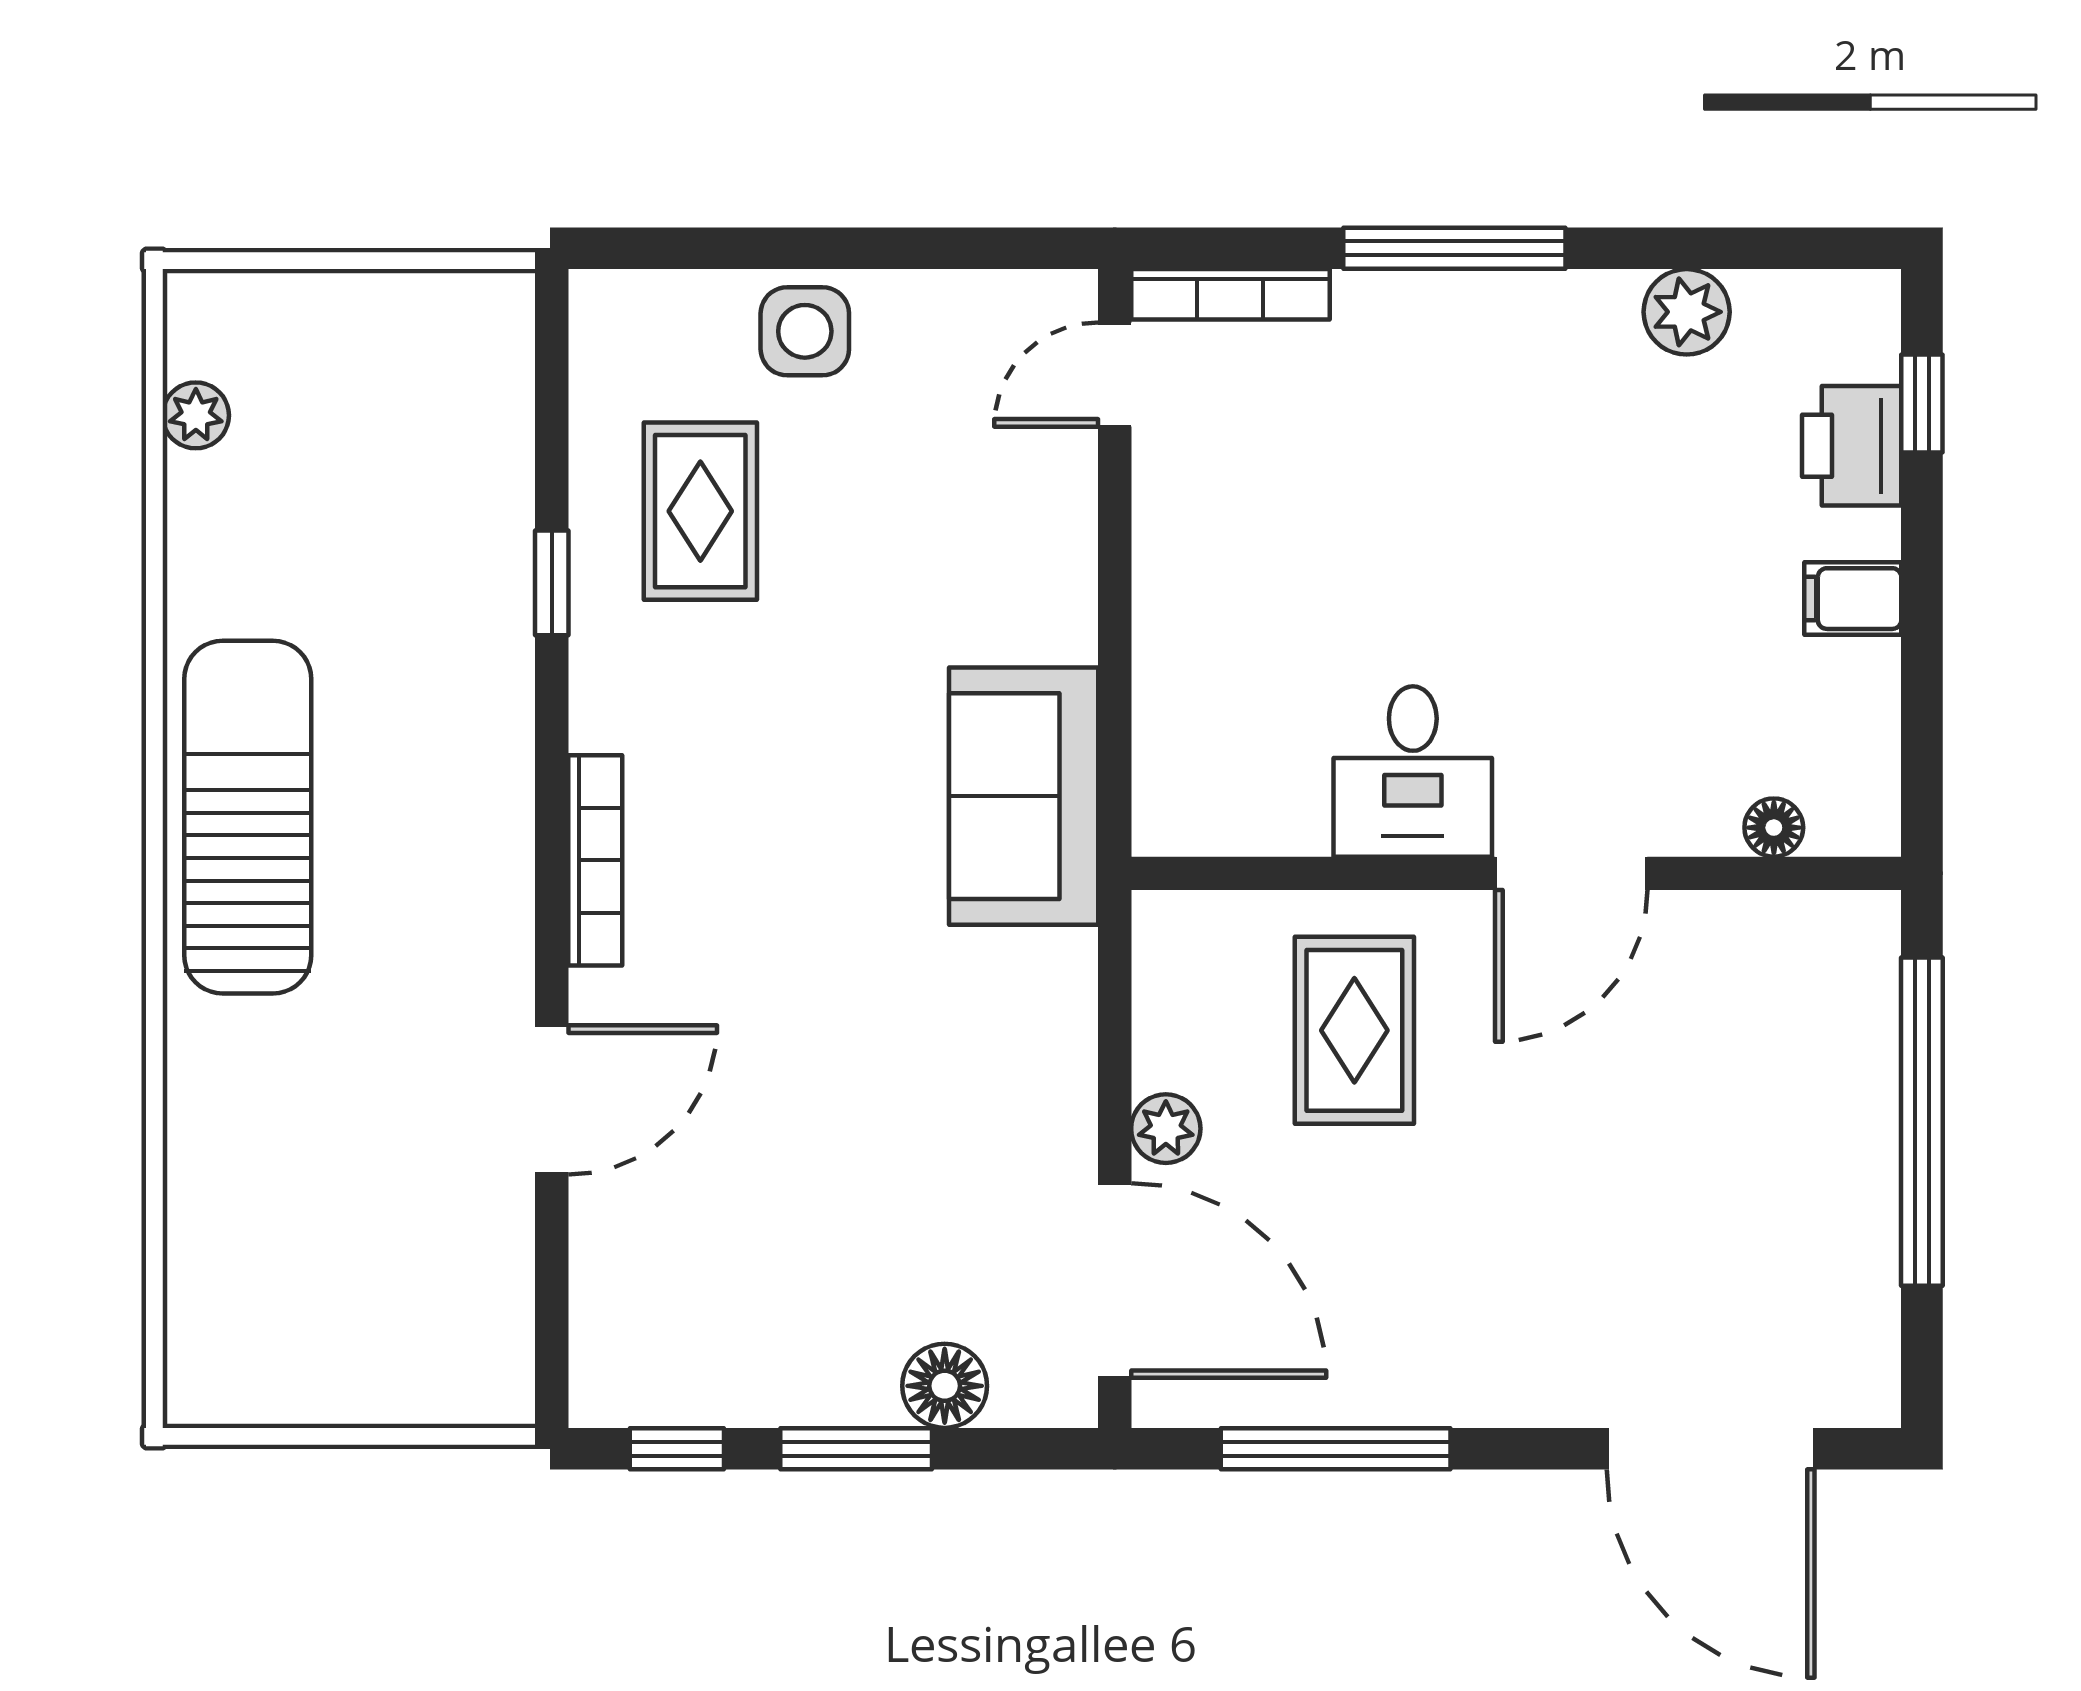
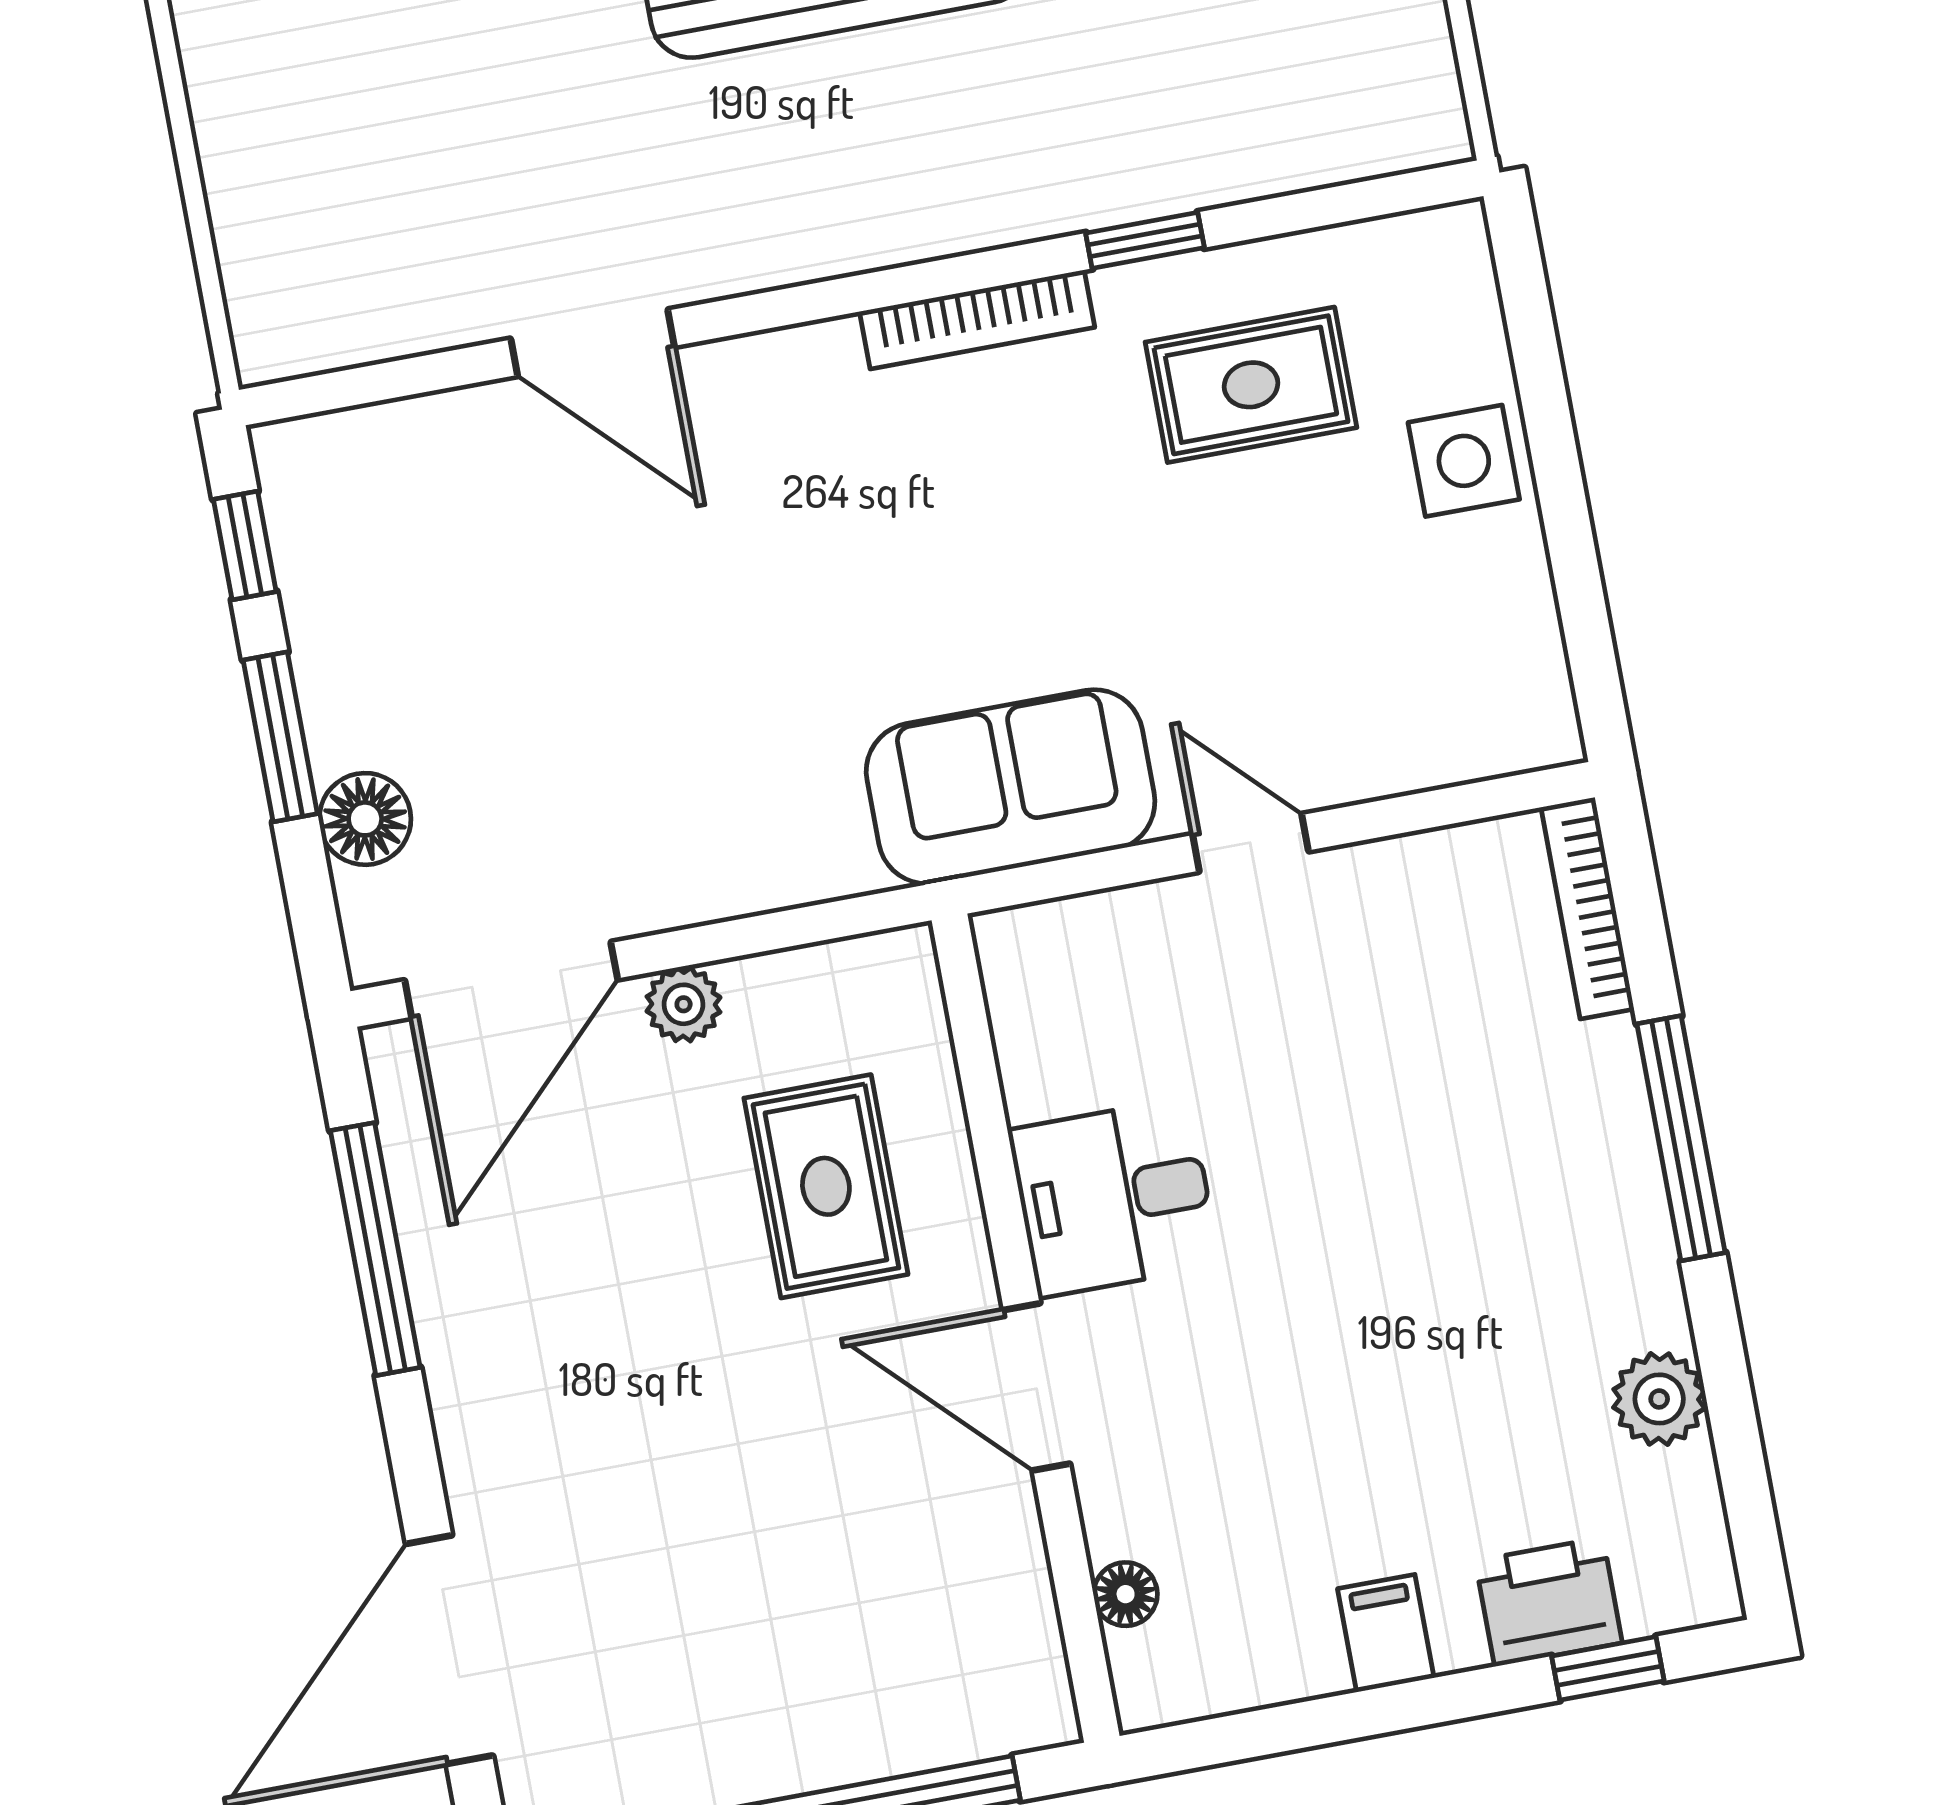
door: (1115, 375) -> (1251, 843), moved
bookcase: (595, 860) -> (977, 320), moved
rug: (1354, 1030) -> (826, 1186), turned 90

